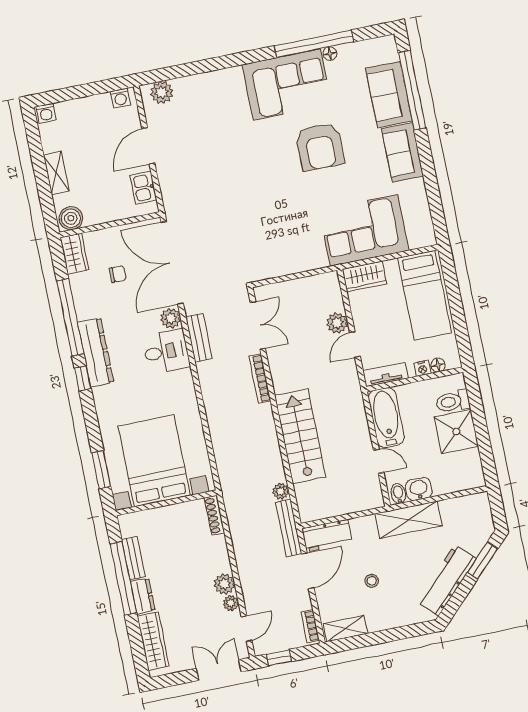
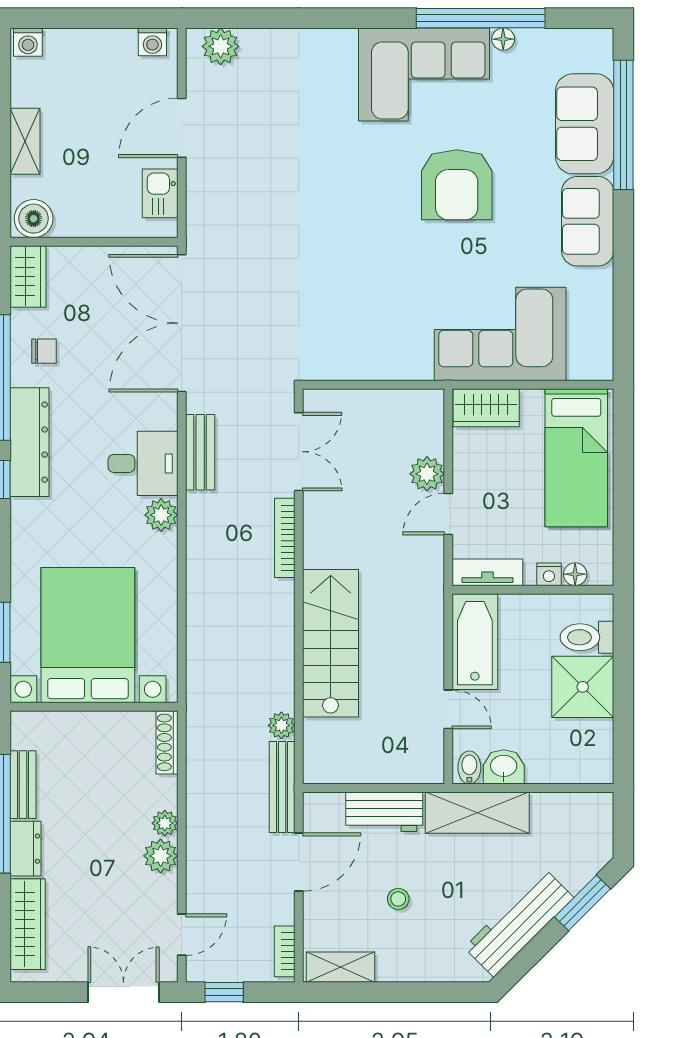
chair: (118, 274) -> (44, 351), moved
plant: (171, 318) -> (161, 515), moved
workbench: (327, 536) -> (384, 812), moved
plant: (231, 603) -> (165, 823), moved

